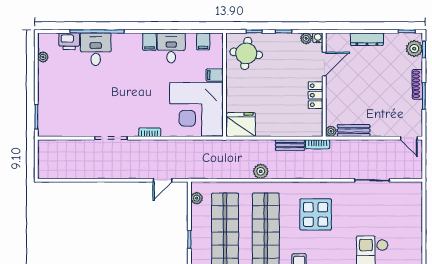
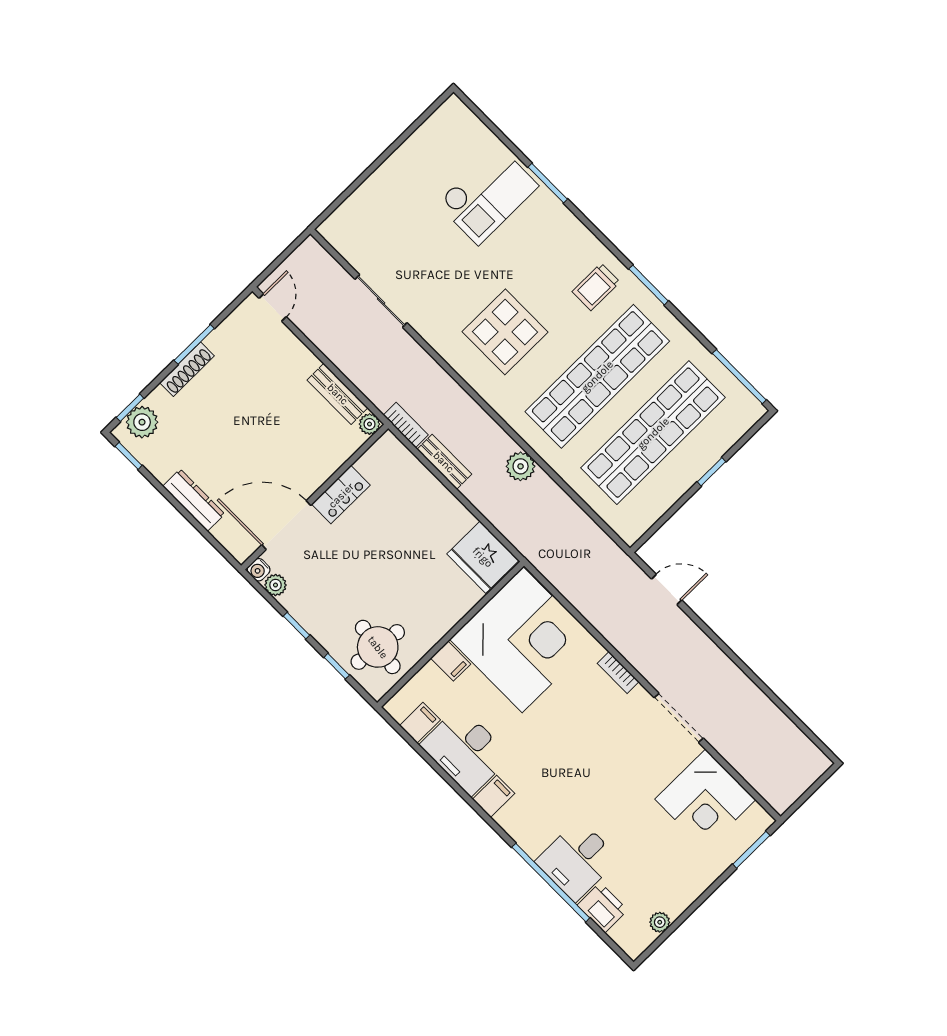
desk: (171, 48) -> (465, 751), width x1.37
door: (324, 64) -> (286, 525), width x1.36
corner desk: (71, 118) -> (705, 799), added
plant: (197, 198) -> (645, 518), removed

